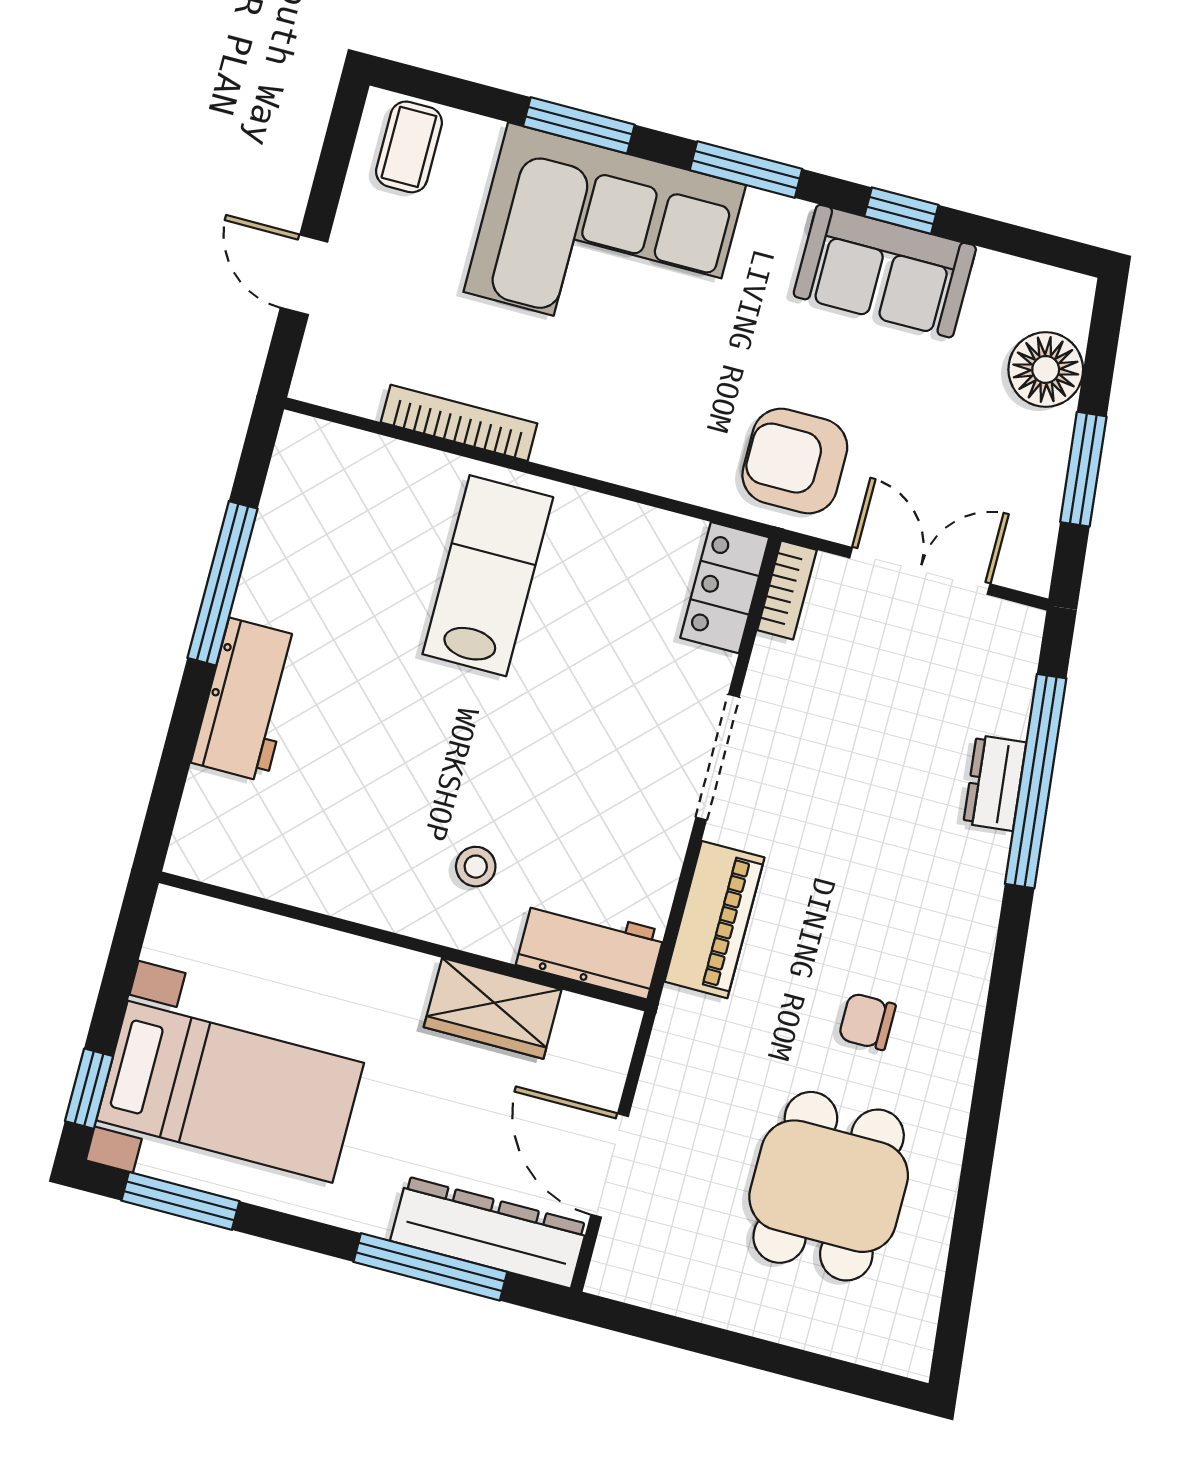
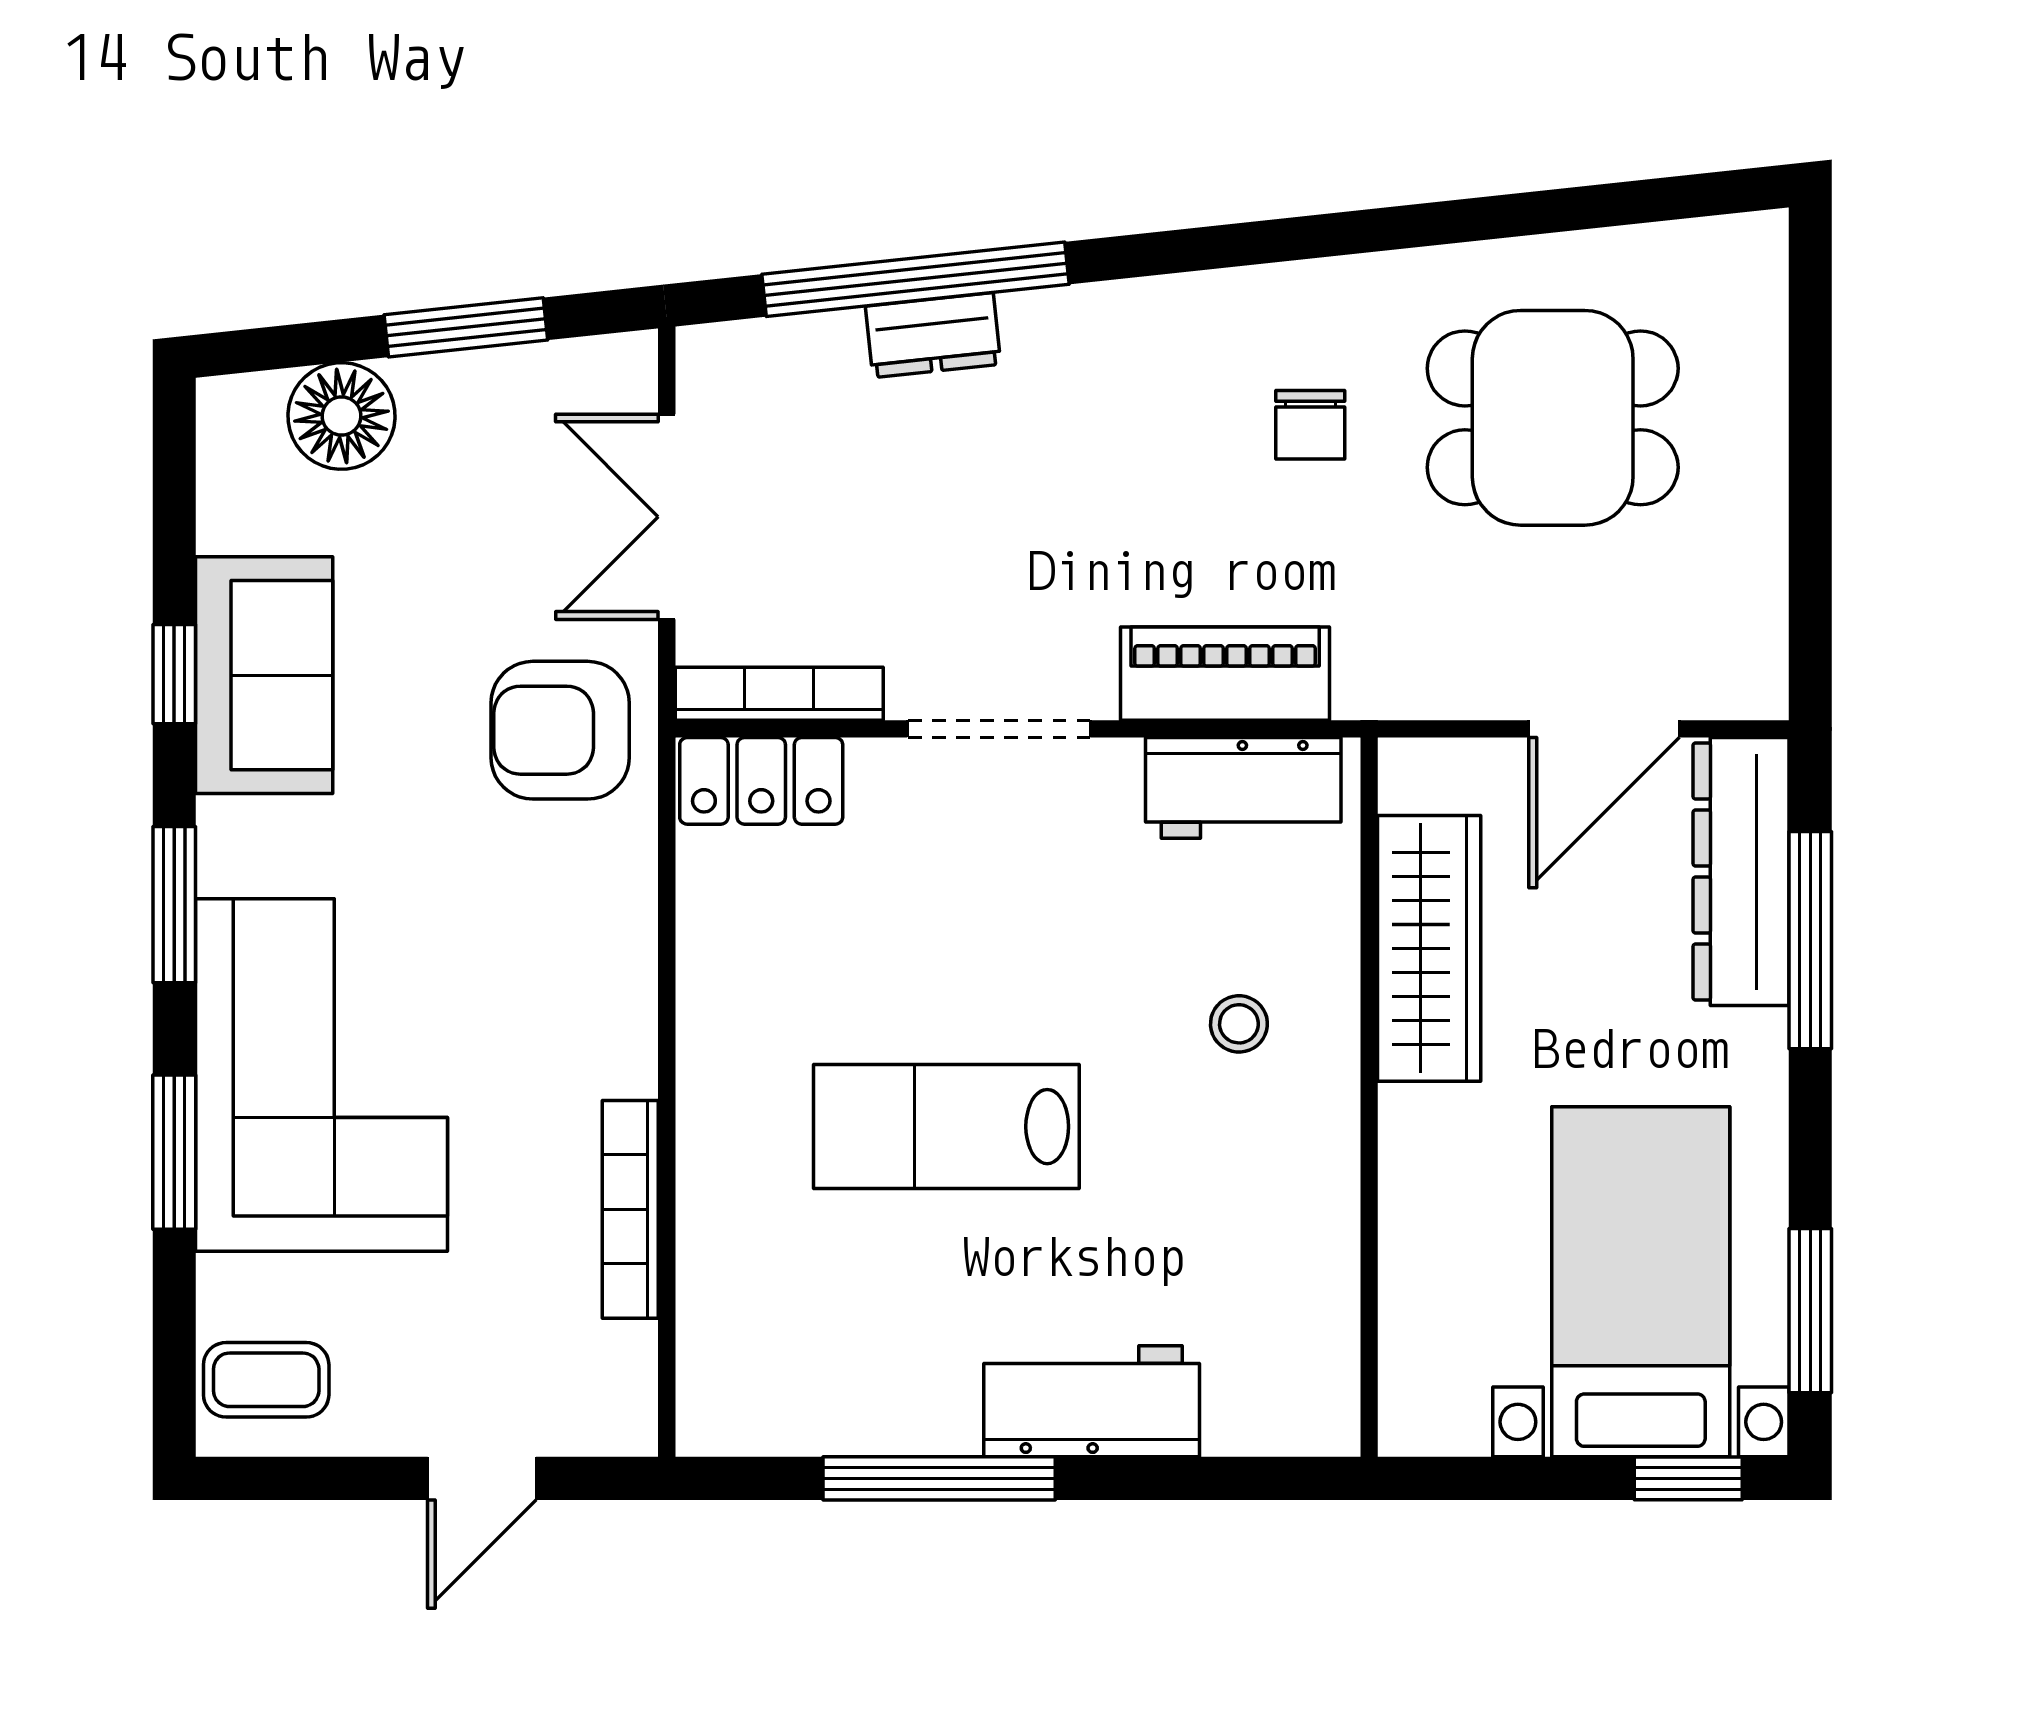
armchair: (795, 461) -> (560, 730), turned 90
lab bench: (488, 576) -> (946, 1127), moved
bookcase: (787, 590) -> (779, 694), width x1.56
workbench: (590, 948) -> (1243, 788), moved, turned -90
wardrobe: (493, 1008) -> (1429, 948), width x1.50

